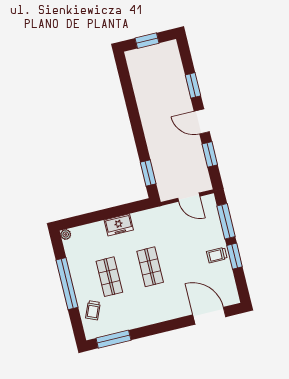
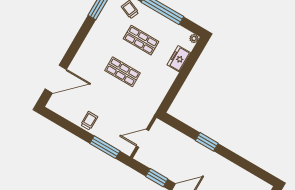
window: (148, 173) -> (207, 142), moved
freezer: (119, 225) -> (179, 59), moved
window: (235, 256) -> (78, 131), removed

